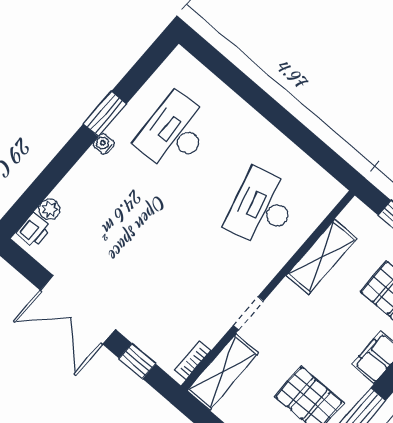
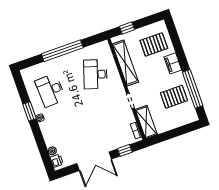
window: (271, 110) -> (62, 51), added
desk: (262, 208) -> (95, 74), turned 33
shelving: (321, 257) -> (125, 63), width x1.47

